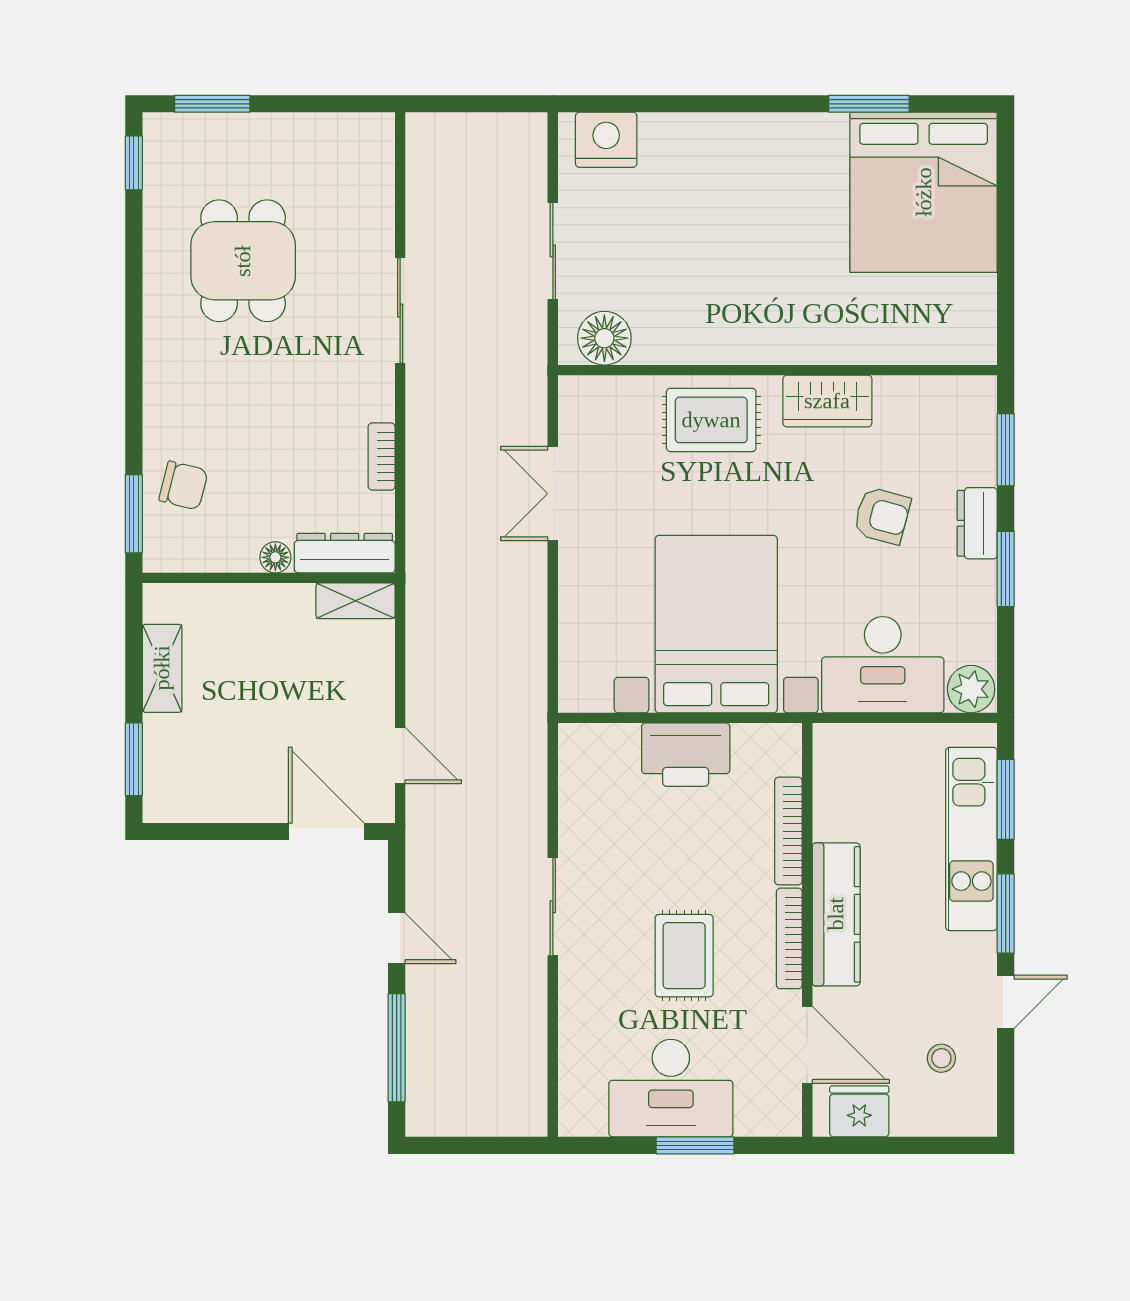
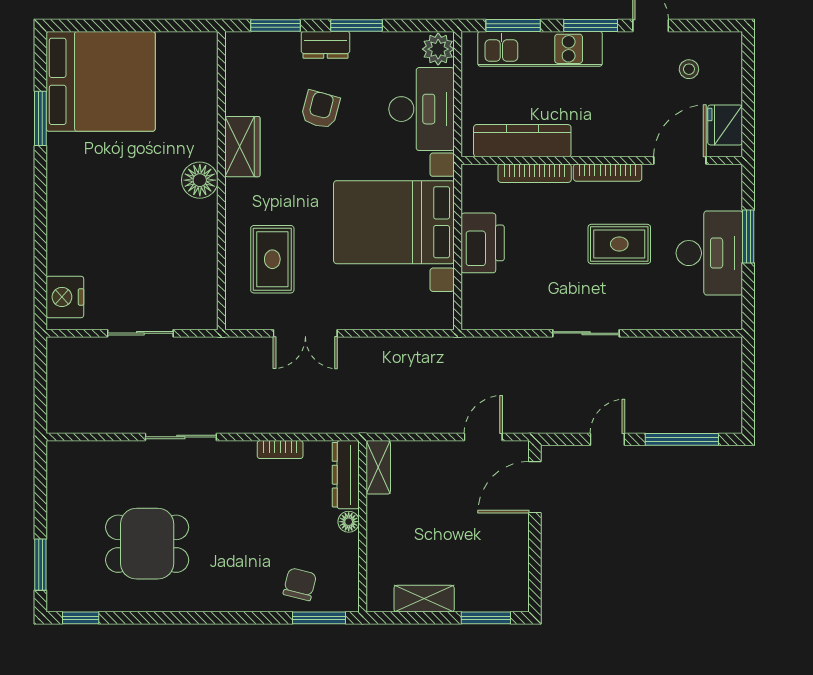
floor lamp: (604, 338) -> (200, 180), moved
rug: (711, 420) -> (272, 259), moved
kitchen counter: (836, 914) -> (522, 141), moved

